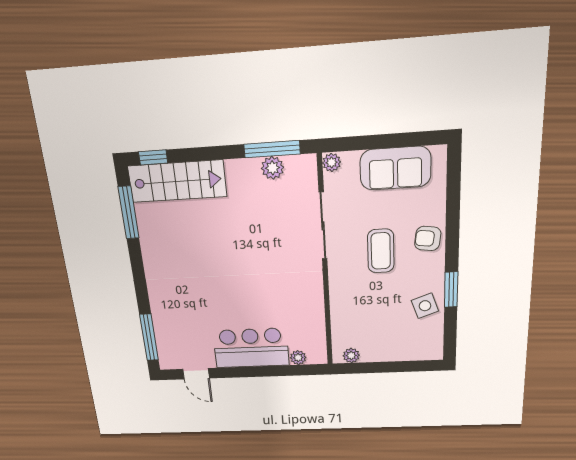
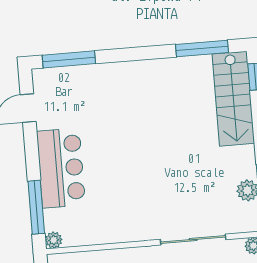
plant: (298, 358) -> (54, 240), moved
window: (288, 371) -> (36, 207), added

